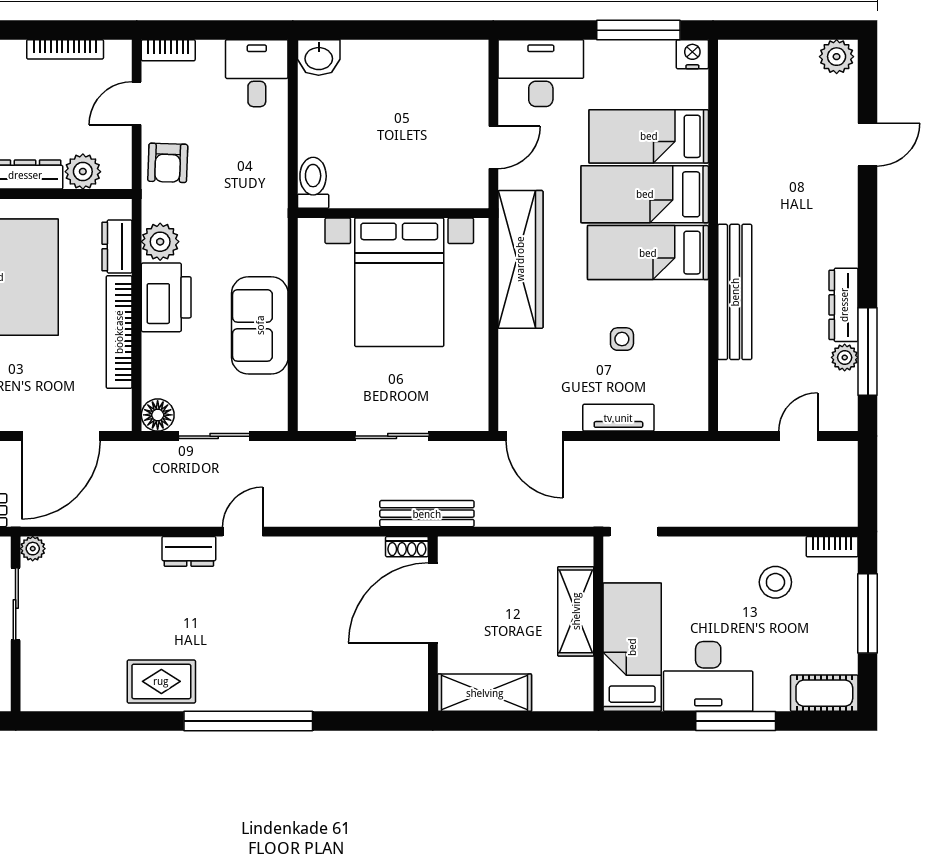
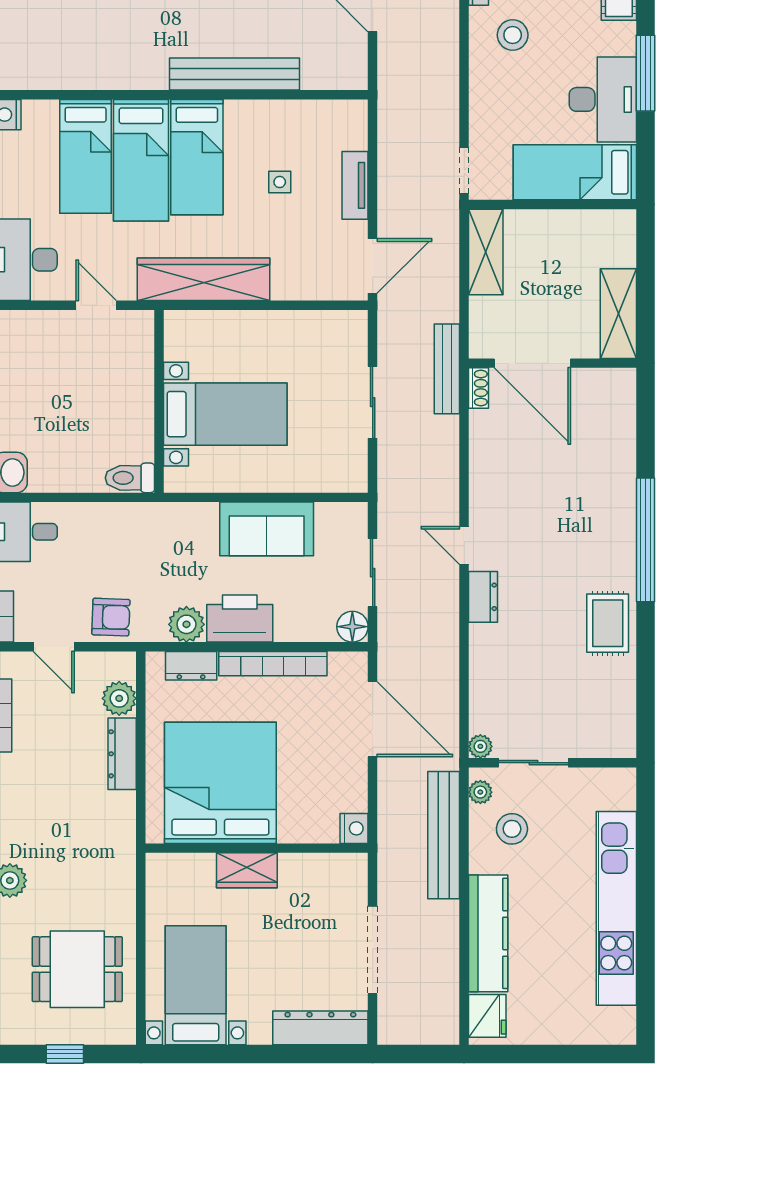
bed with nightstands: (399, 282) -> (225, 414), width x0.73
shelving: (576, 611) -> (486, 252), moved, turned 90

